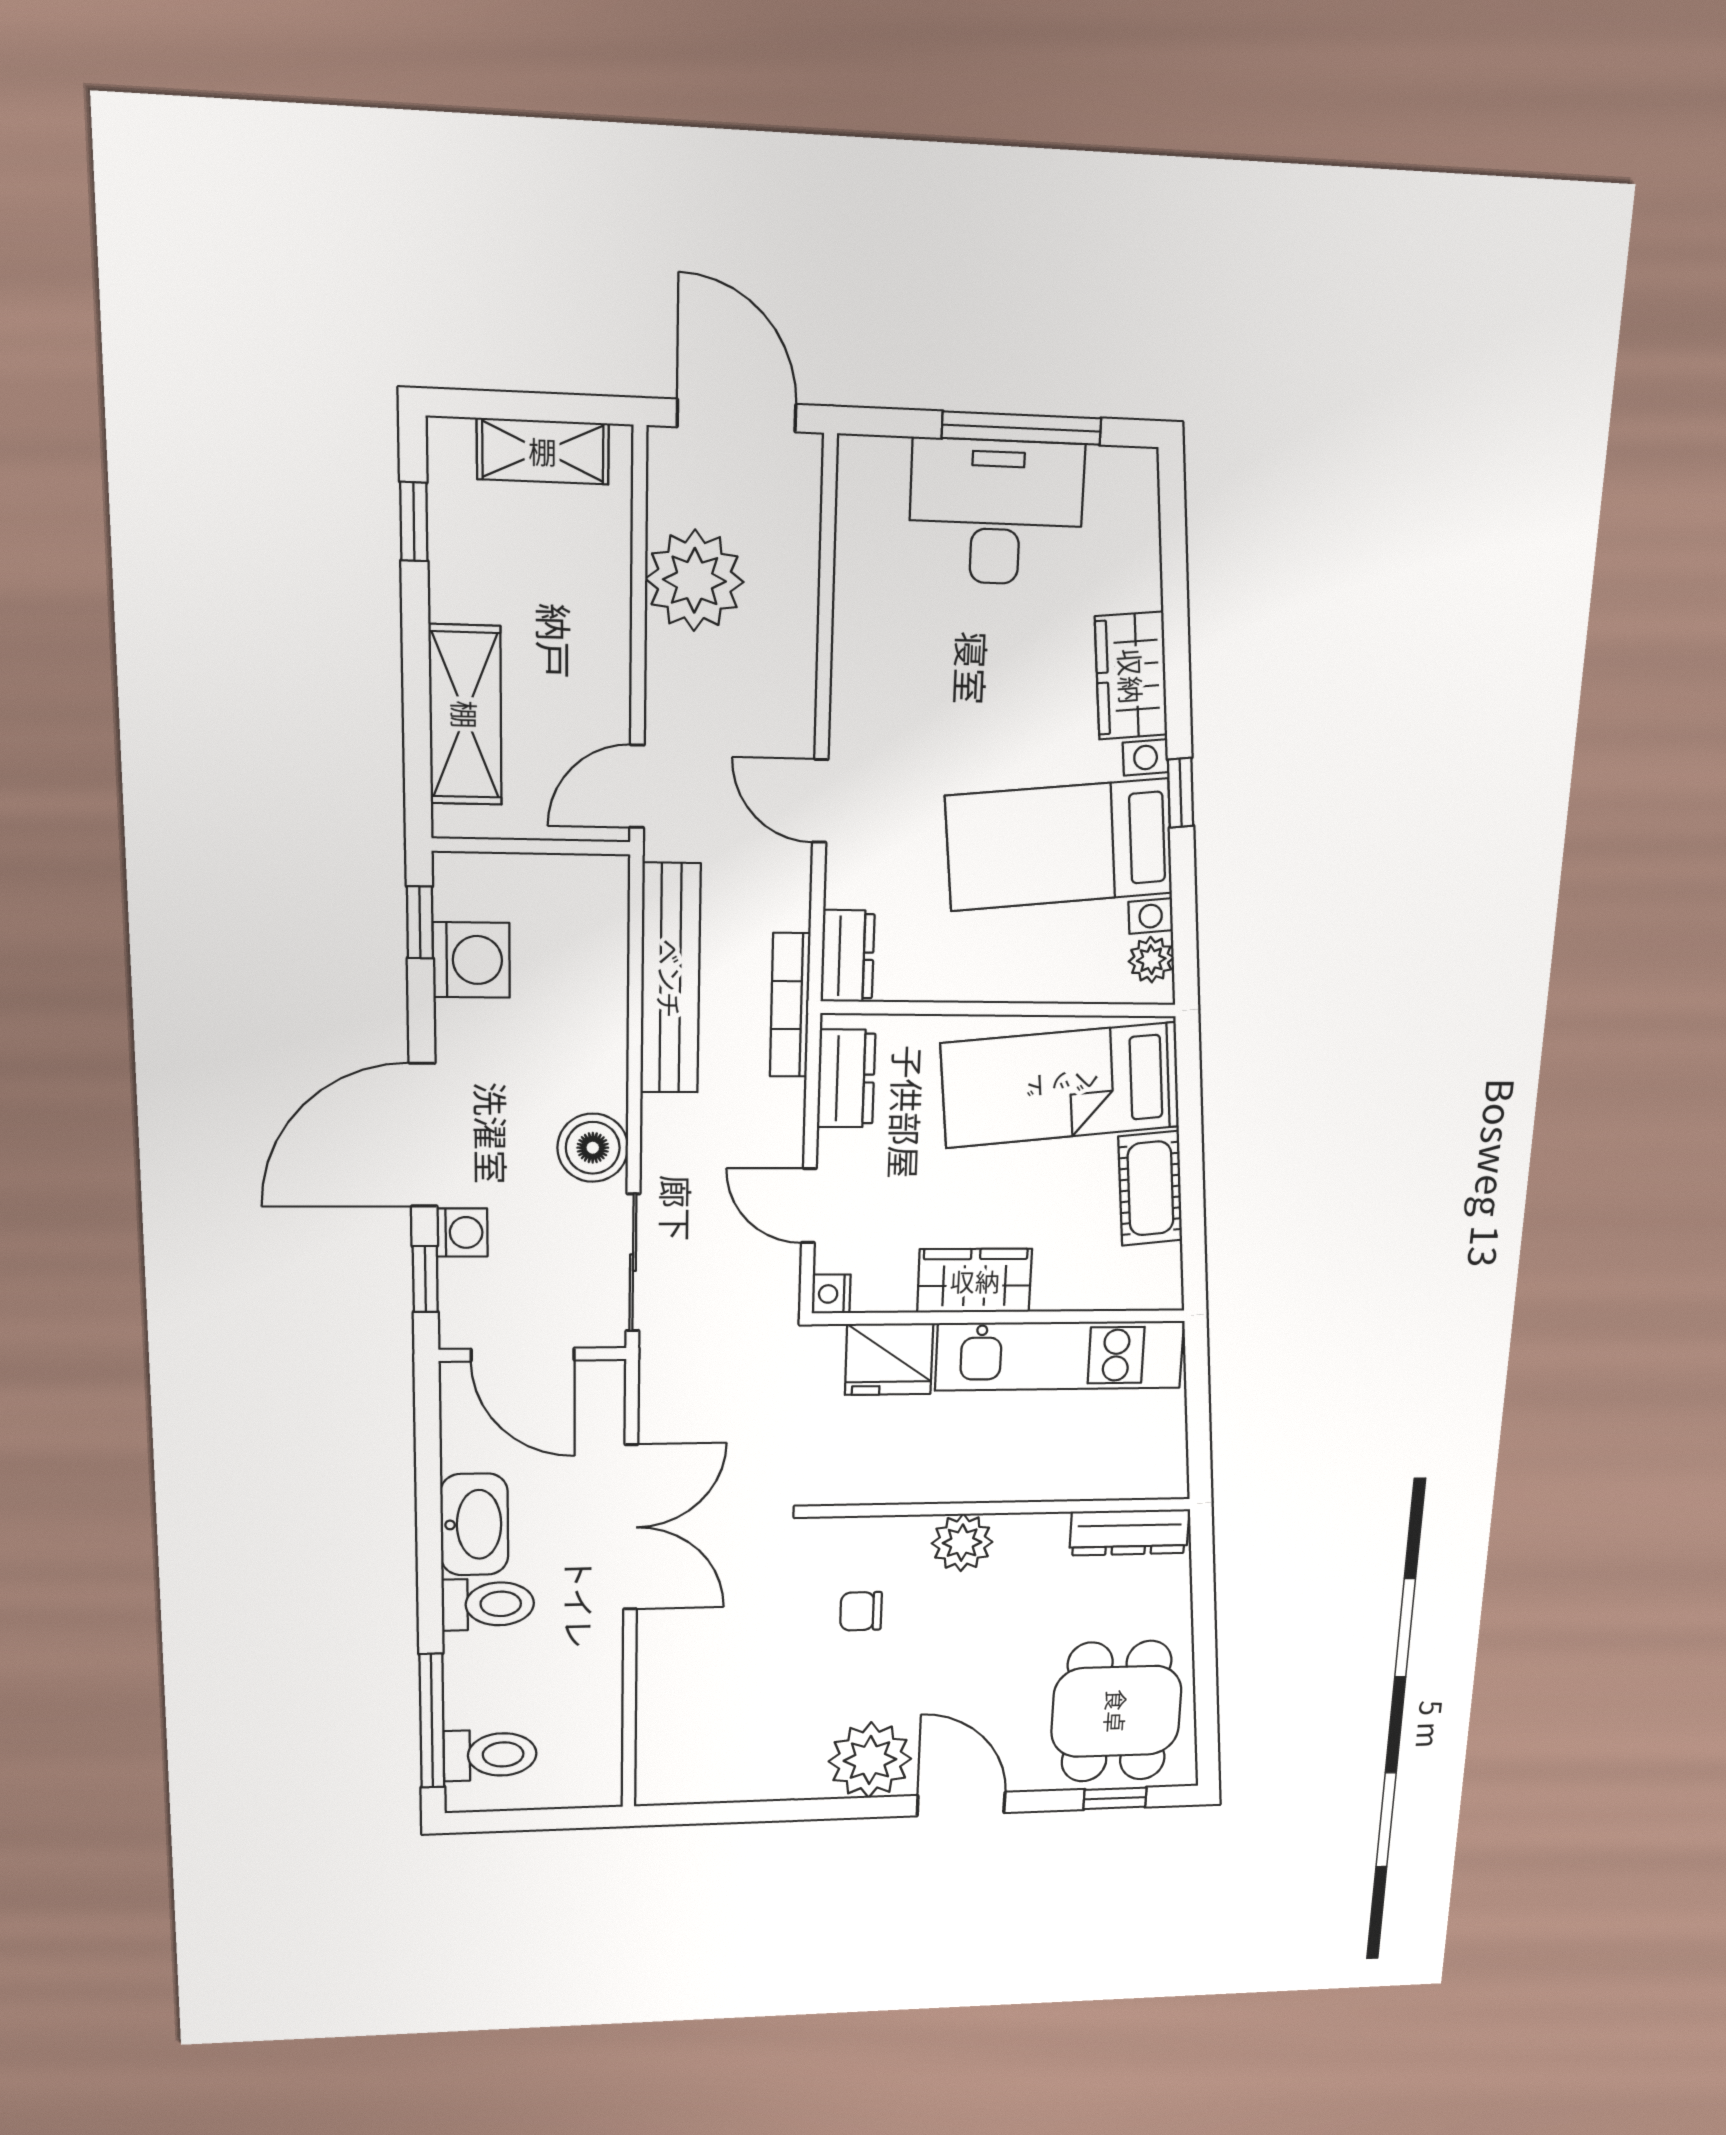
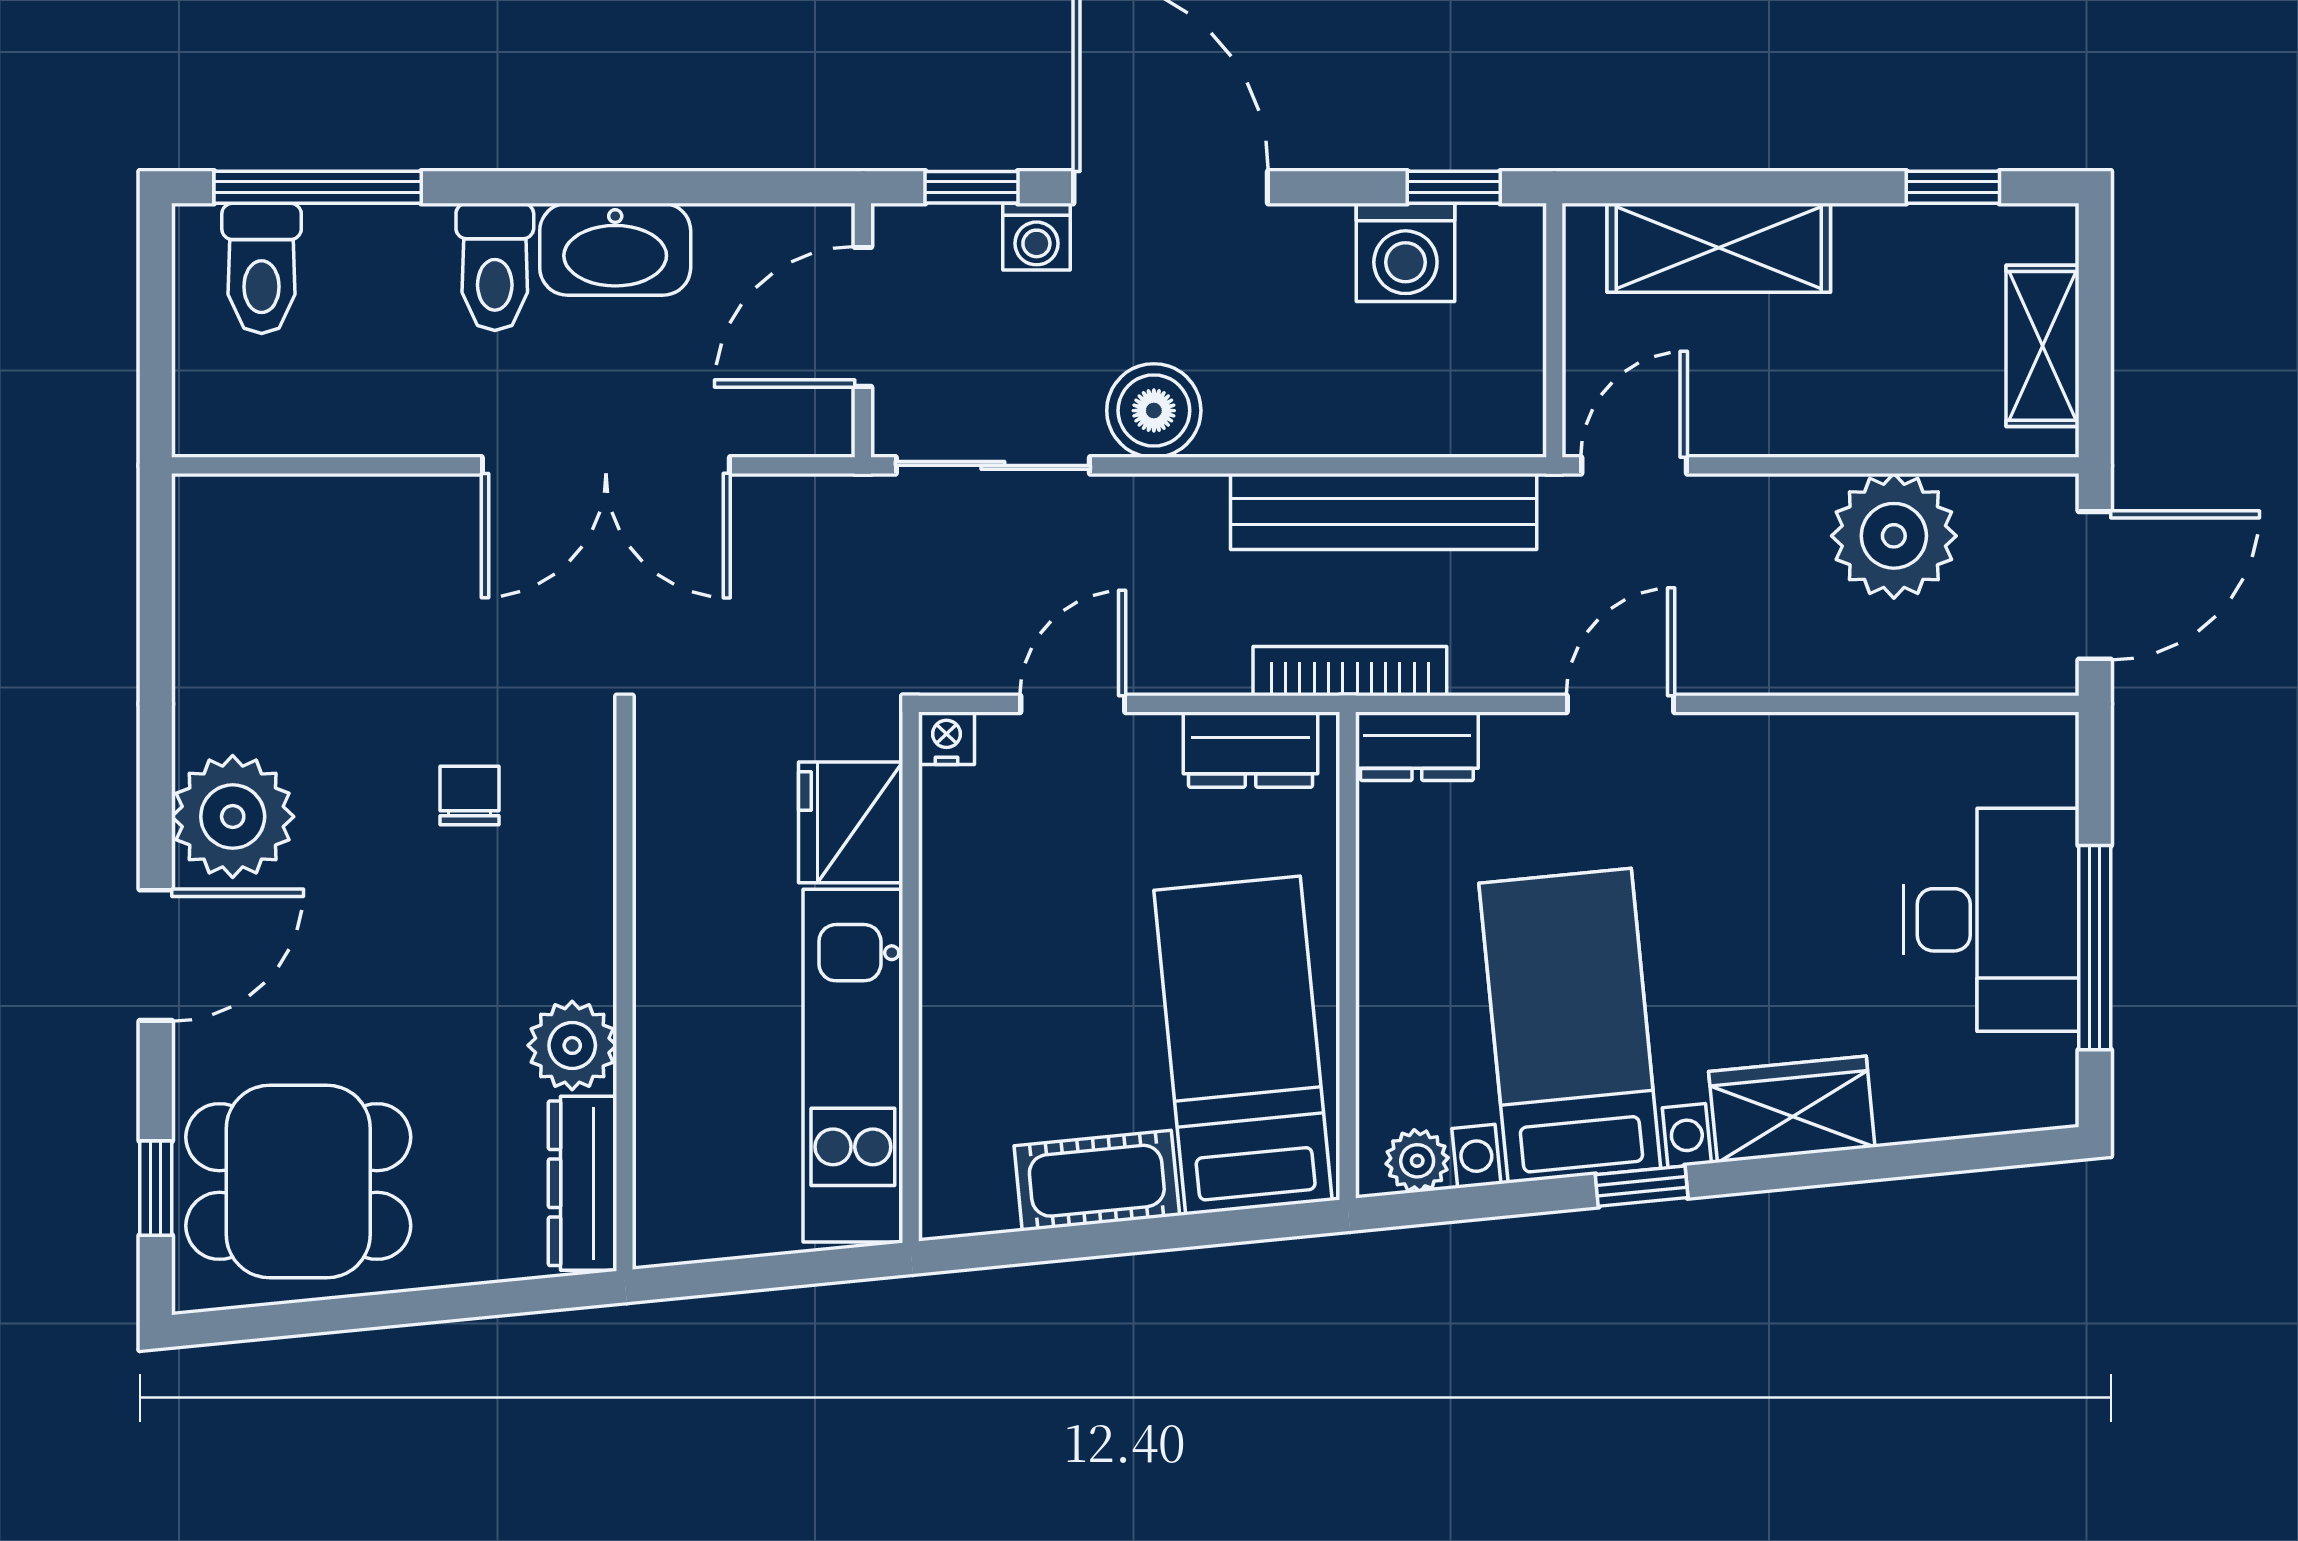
door: (637, 786) -> (1634, 465), hinge flipped
wardrobe: (975, 1281) -> (964, 938), removed
plant: (962, 1543) -> (572, 1045), moved

